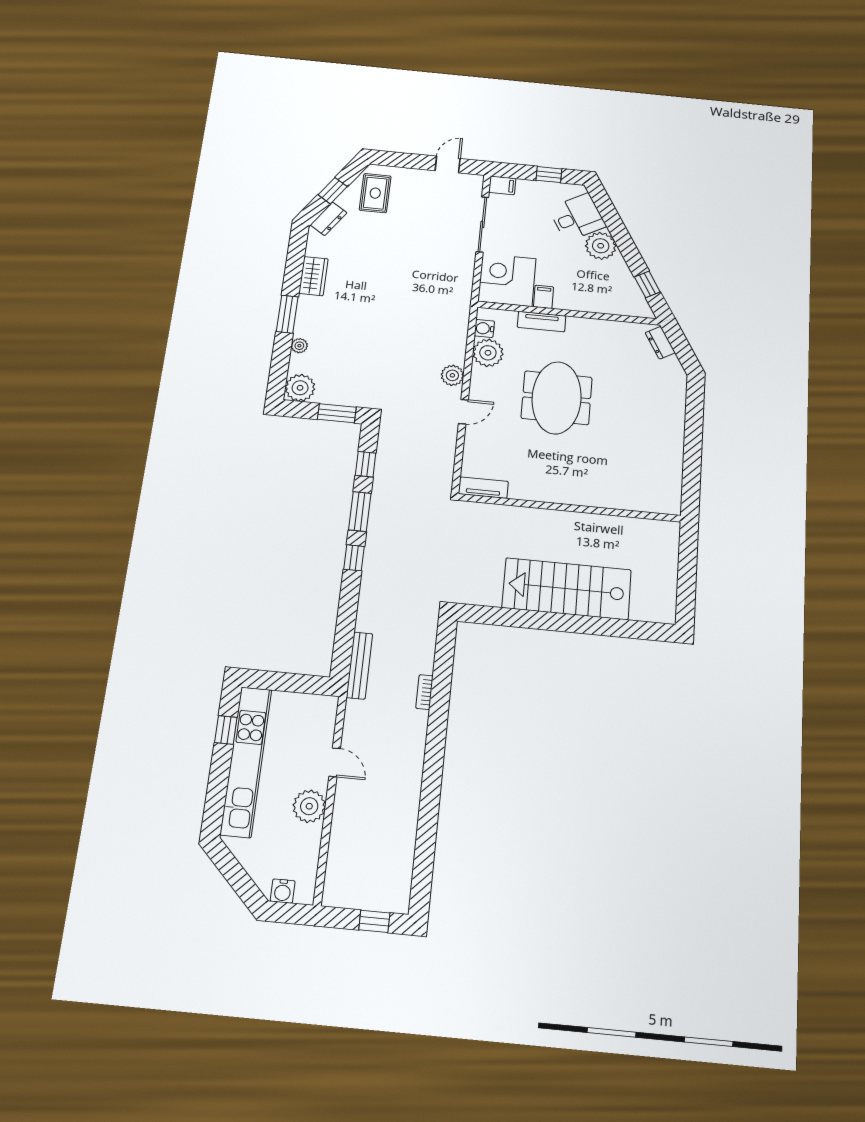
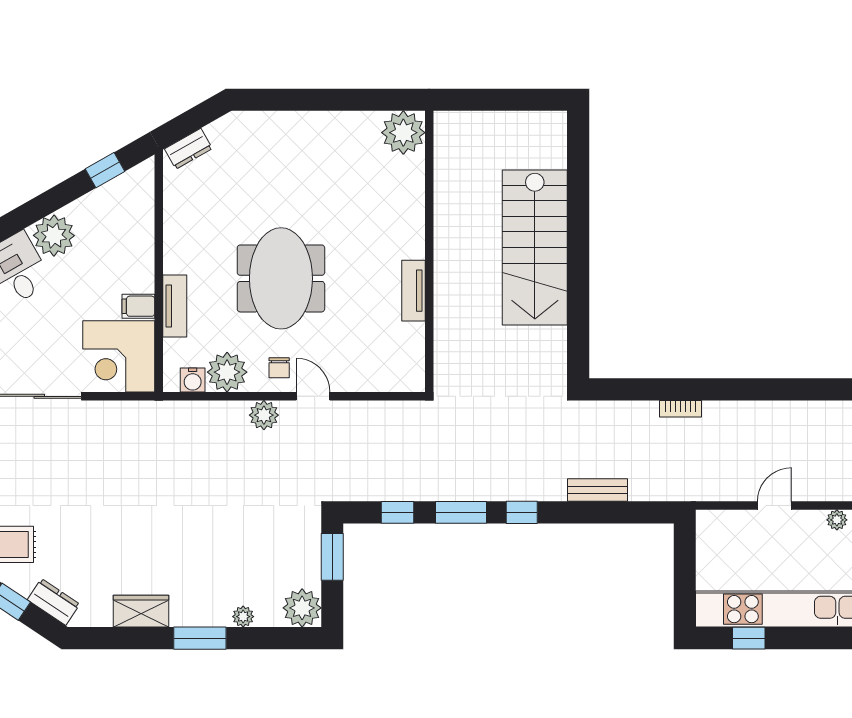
chair: (488, 390) -> (279, 368), added
meeting table: (557, 398) -> (281, 278), turned 90
tv unit: (483, 488) -> (413, 291), moved
plant: (665, 498) -> (403, 133), added
bench: (359, 665) -> (598, 490), moved, width x0.73
plant: (309, 806) -> (837, 520), width x0.53, depth x0.53

